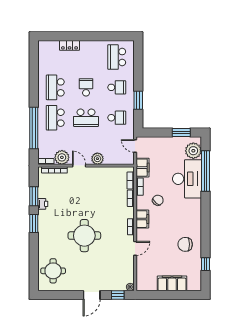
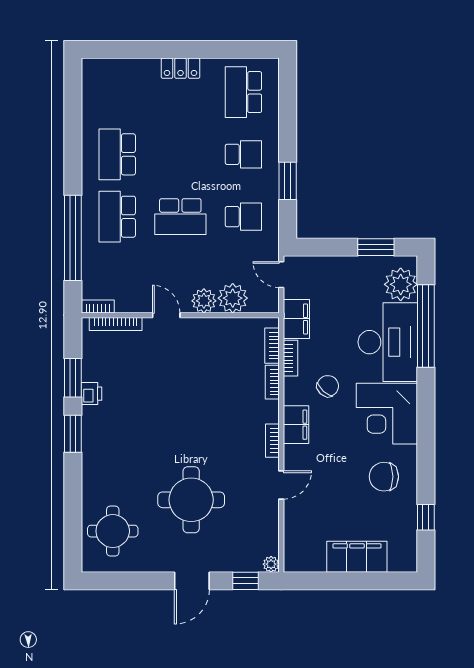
locker: (70, 45) -> (181, 68), moved
school desk: (86, 87) -> (180, 154), removed
plant: (62, 157) -> (233, 298), moved
corner desk: (187, 214) -> (387, 414), added
round table: (84, 236) -> (191, 500), moved

